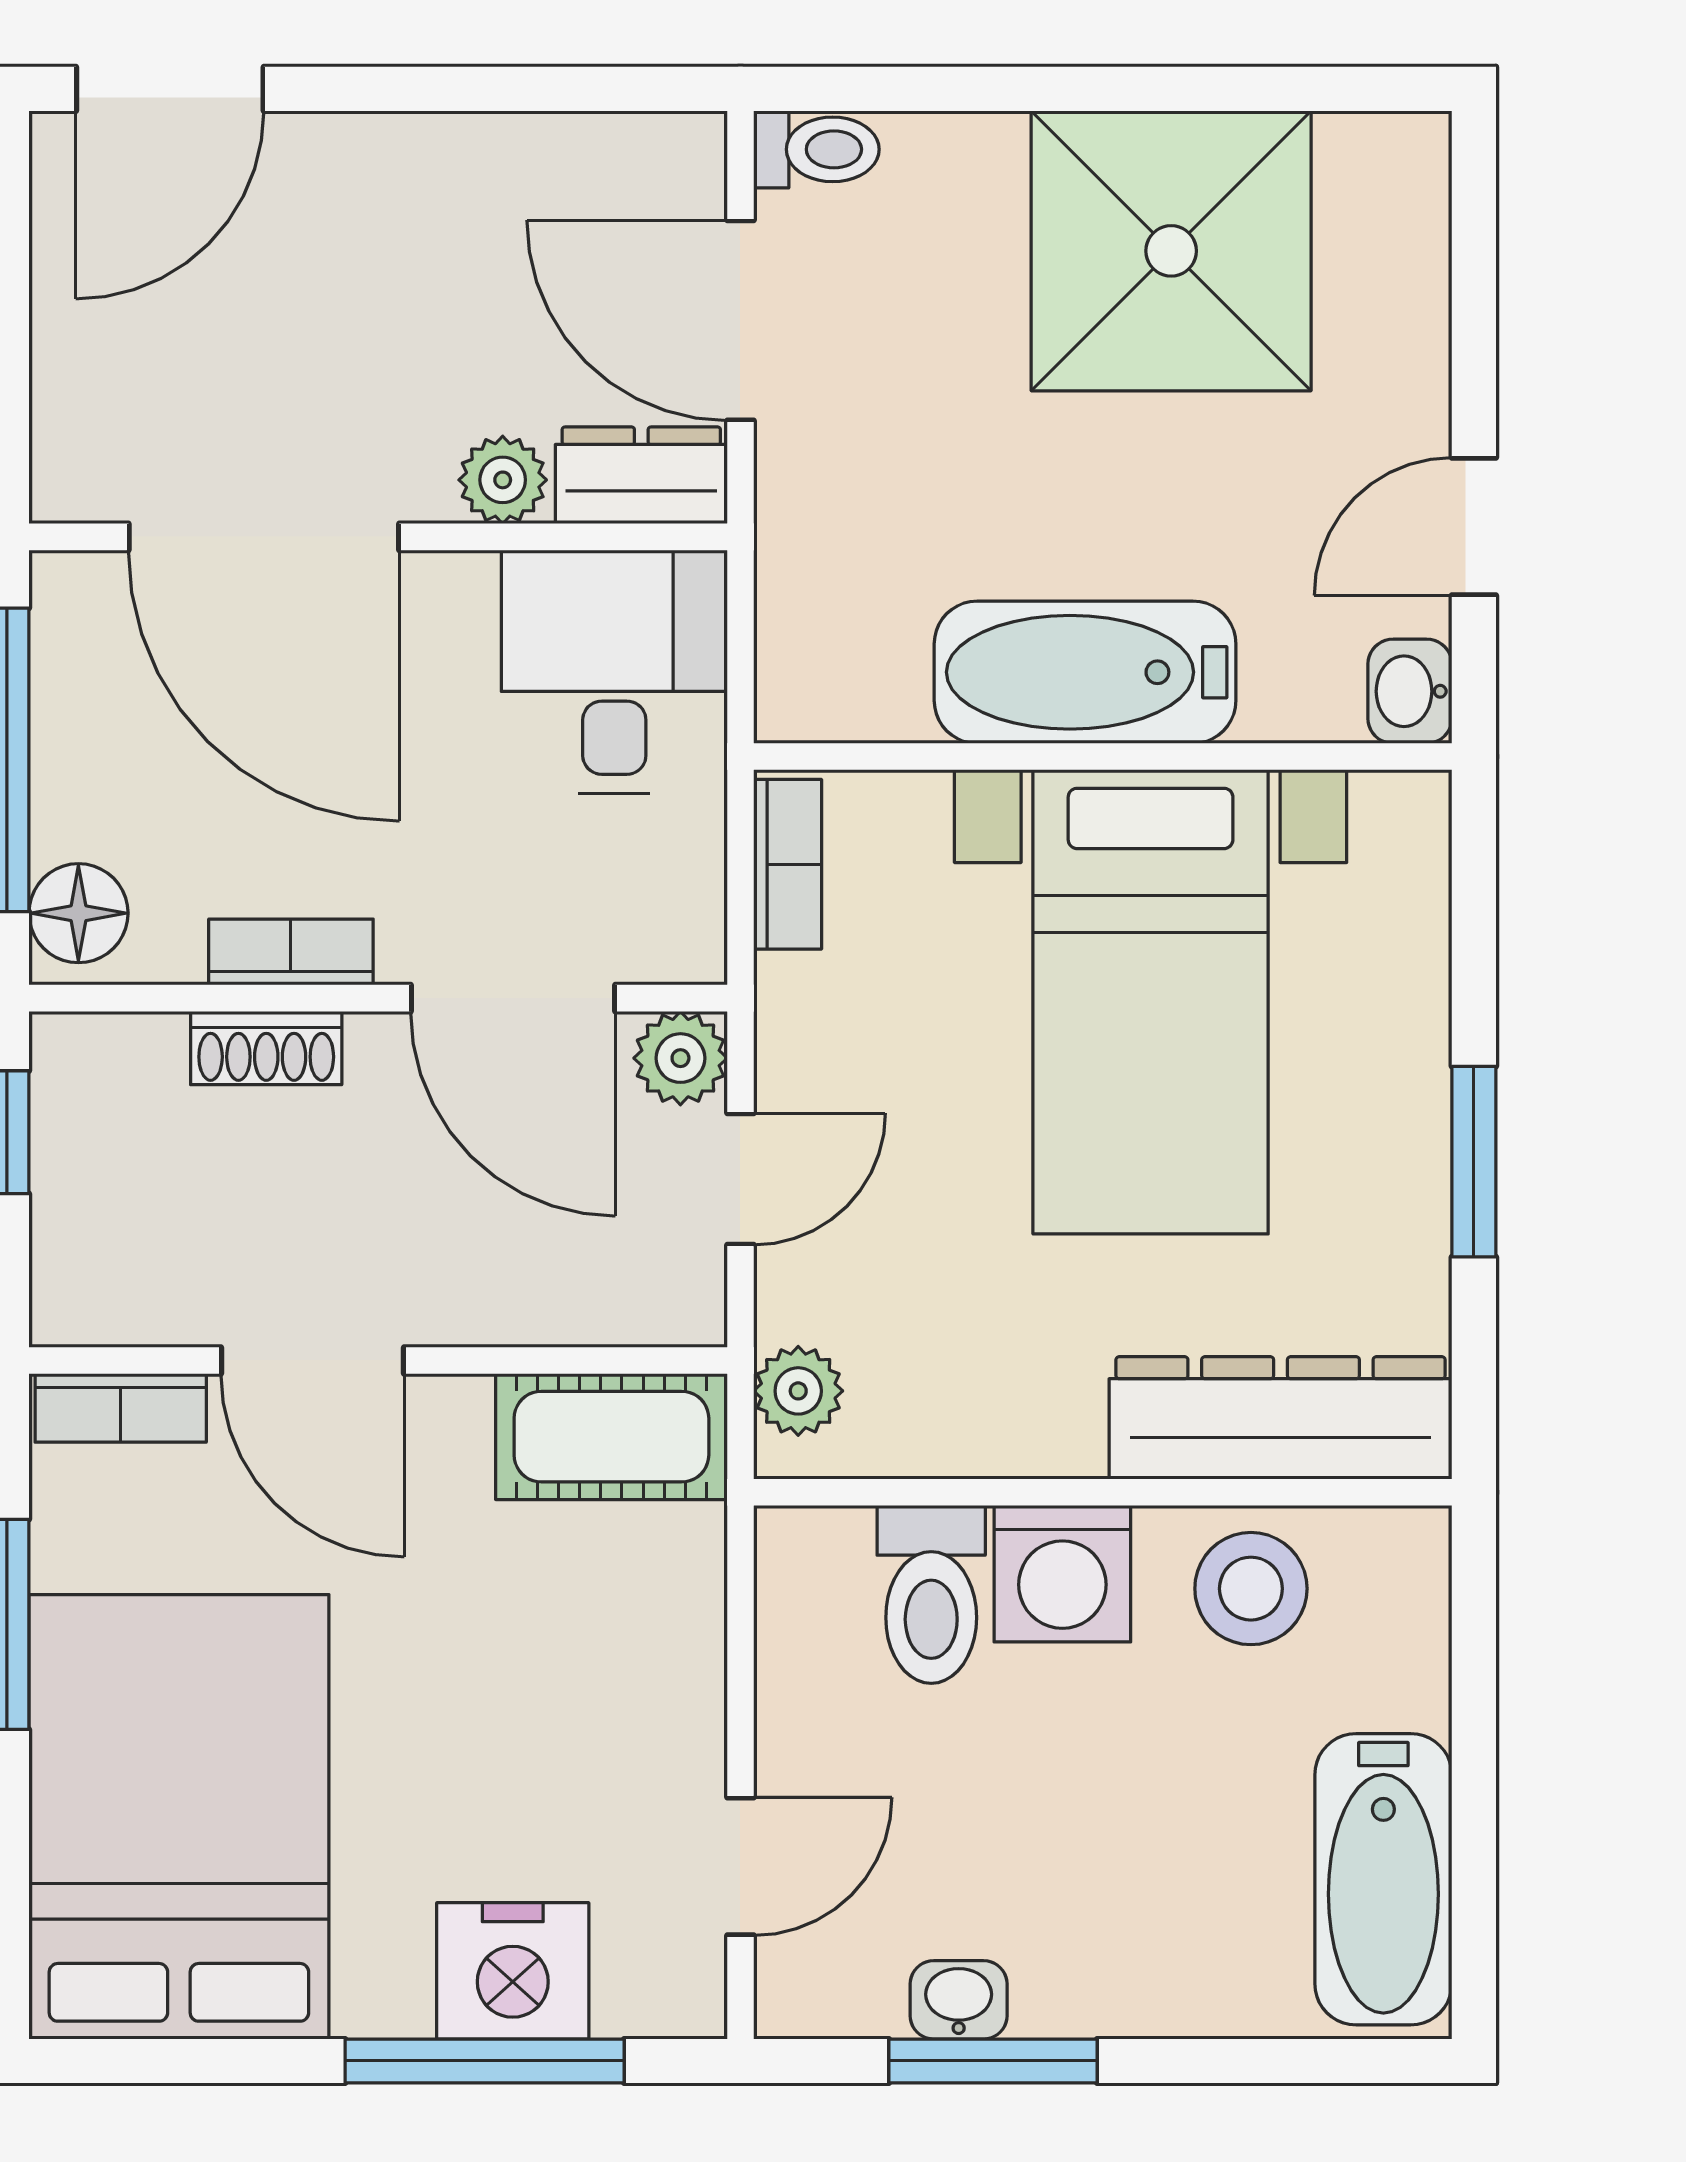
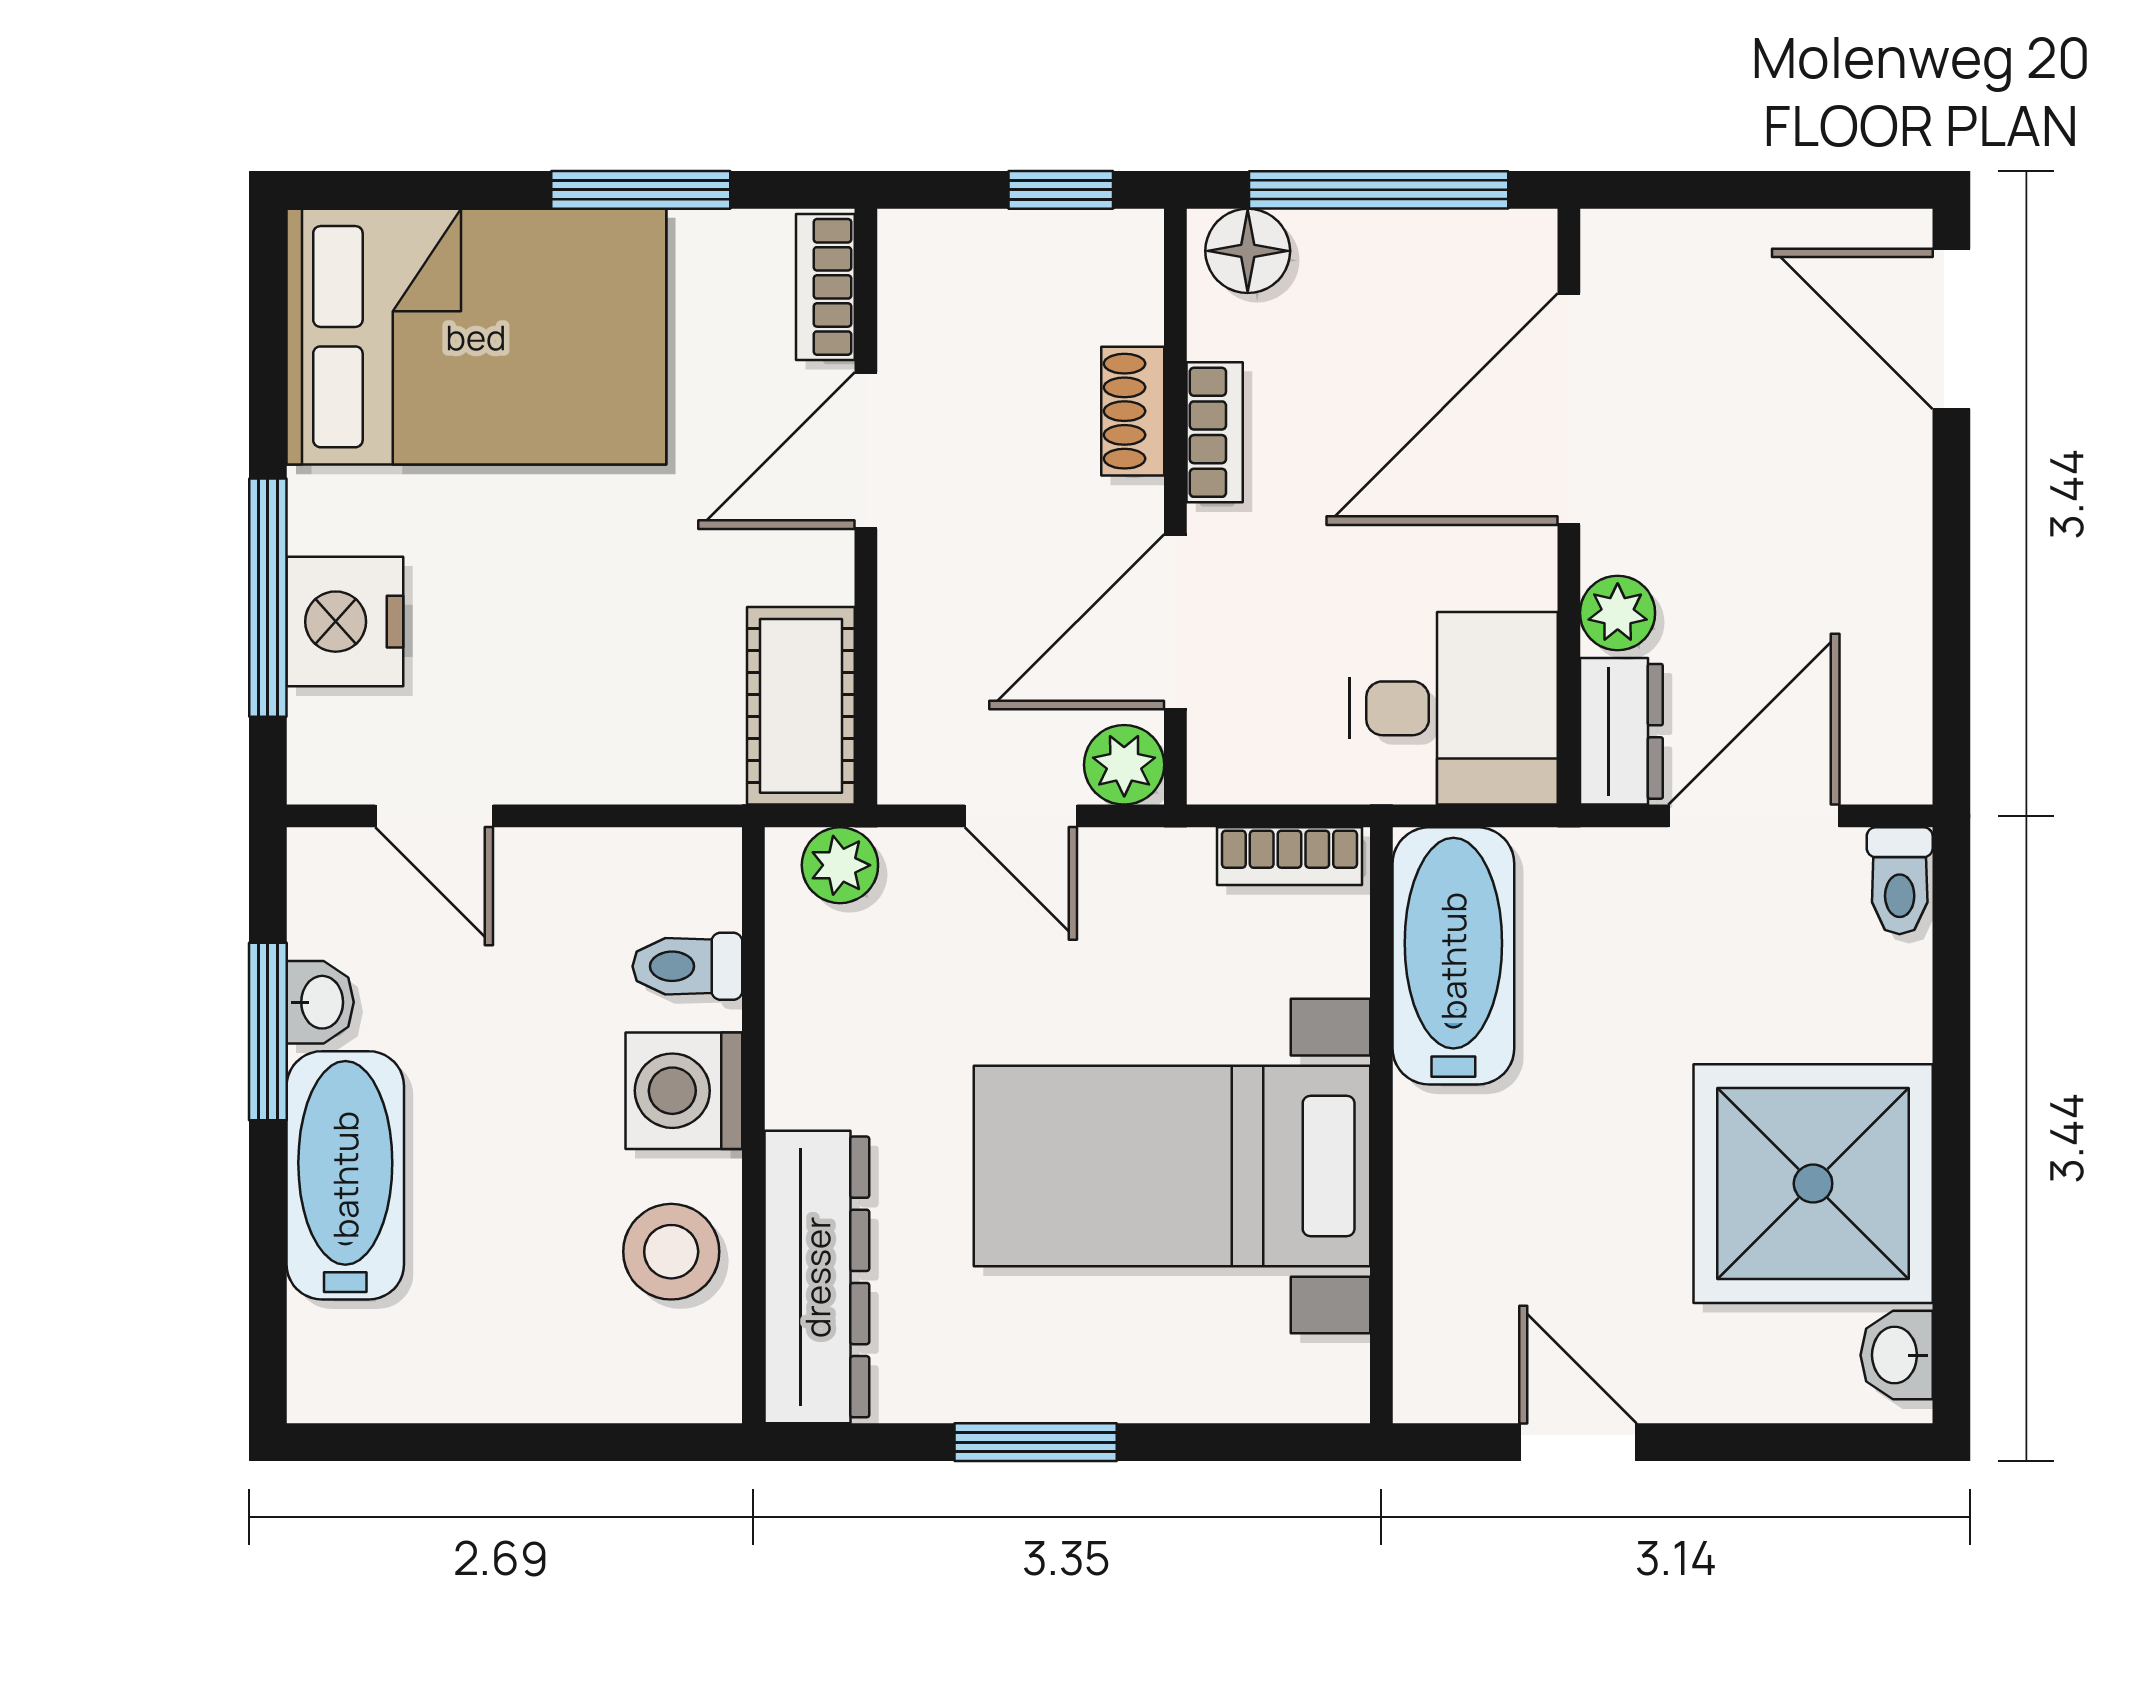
bathtub: (1085, 672) -> (1453, 956), moved
washbasin: (1410, 691) -> (1897, 1355), moved, turned -90
toilet: (931, 1594) -> (687, 966), width x0.73, depth x0.72
bathtub: (1383, 1879) -> (345, 1175), moved, turned 90

